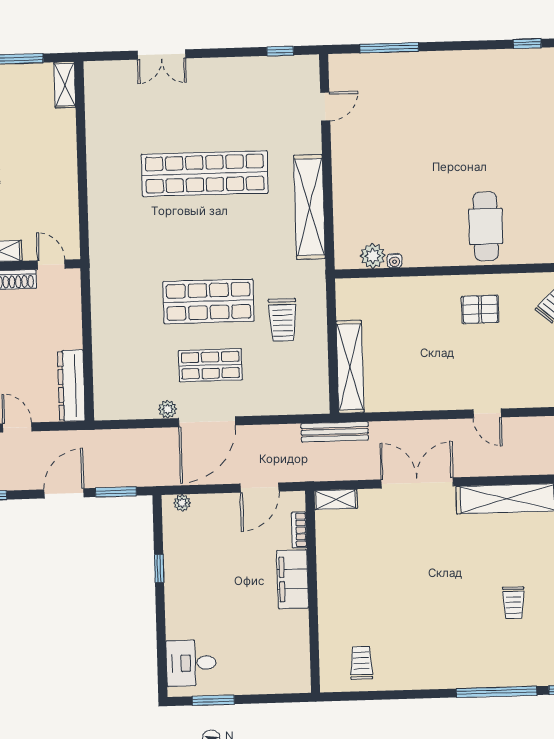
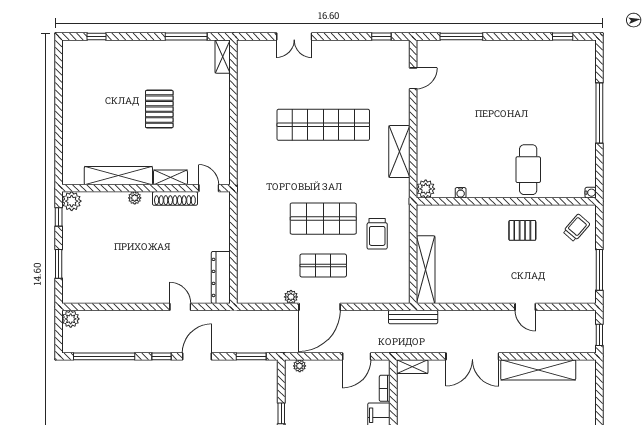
shelving: (309, 207) -> (399, 152), width x0.68
plant: (373, 256) -> (426, 189), moved
double door: (417, 483) -> (472, 356), swing flipped
door: (64, 493) -> (197, 356), moved

